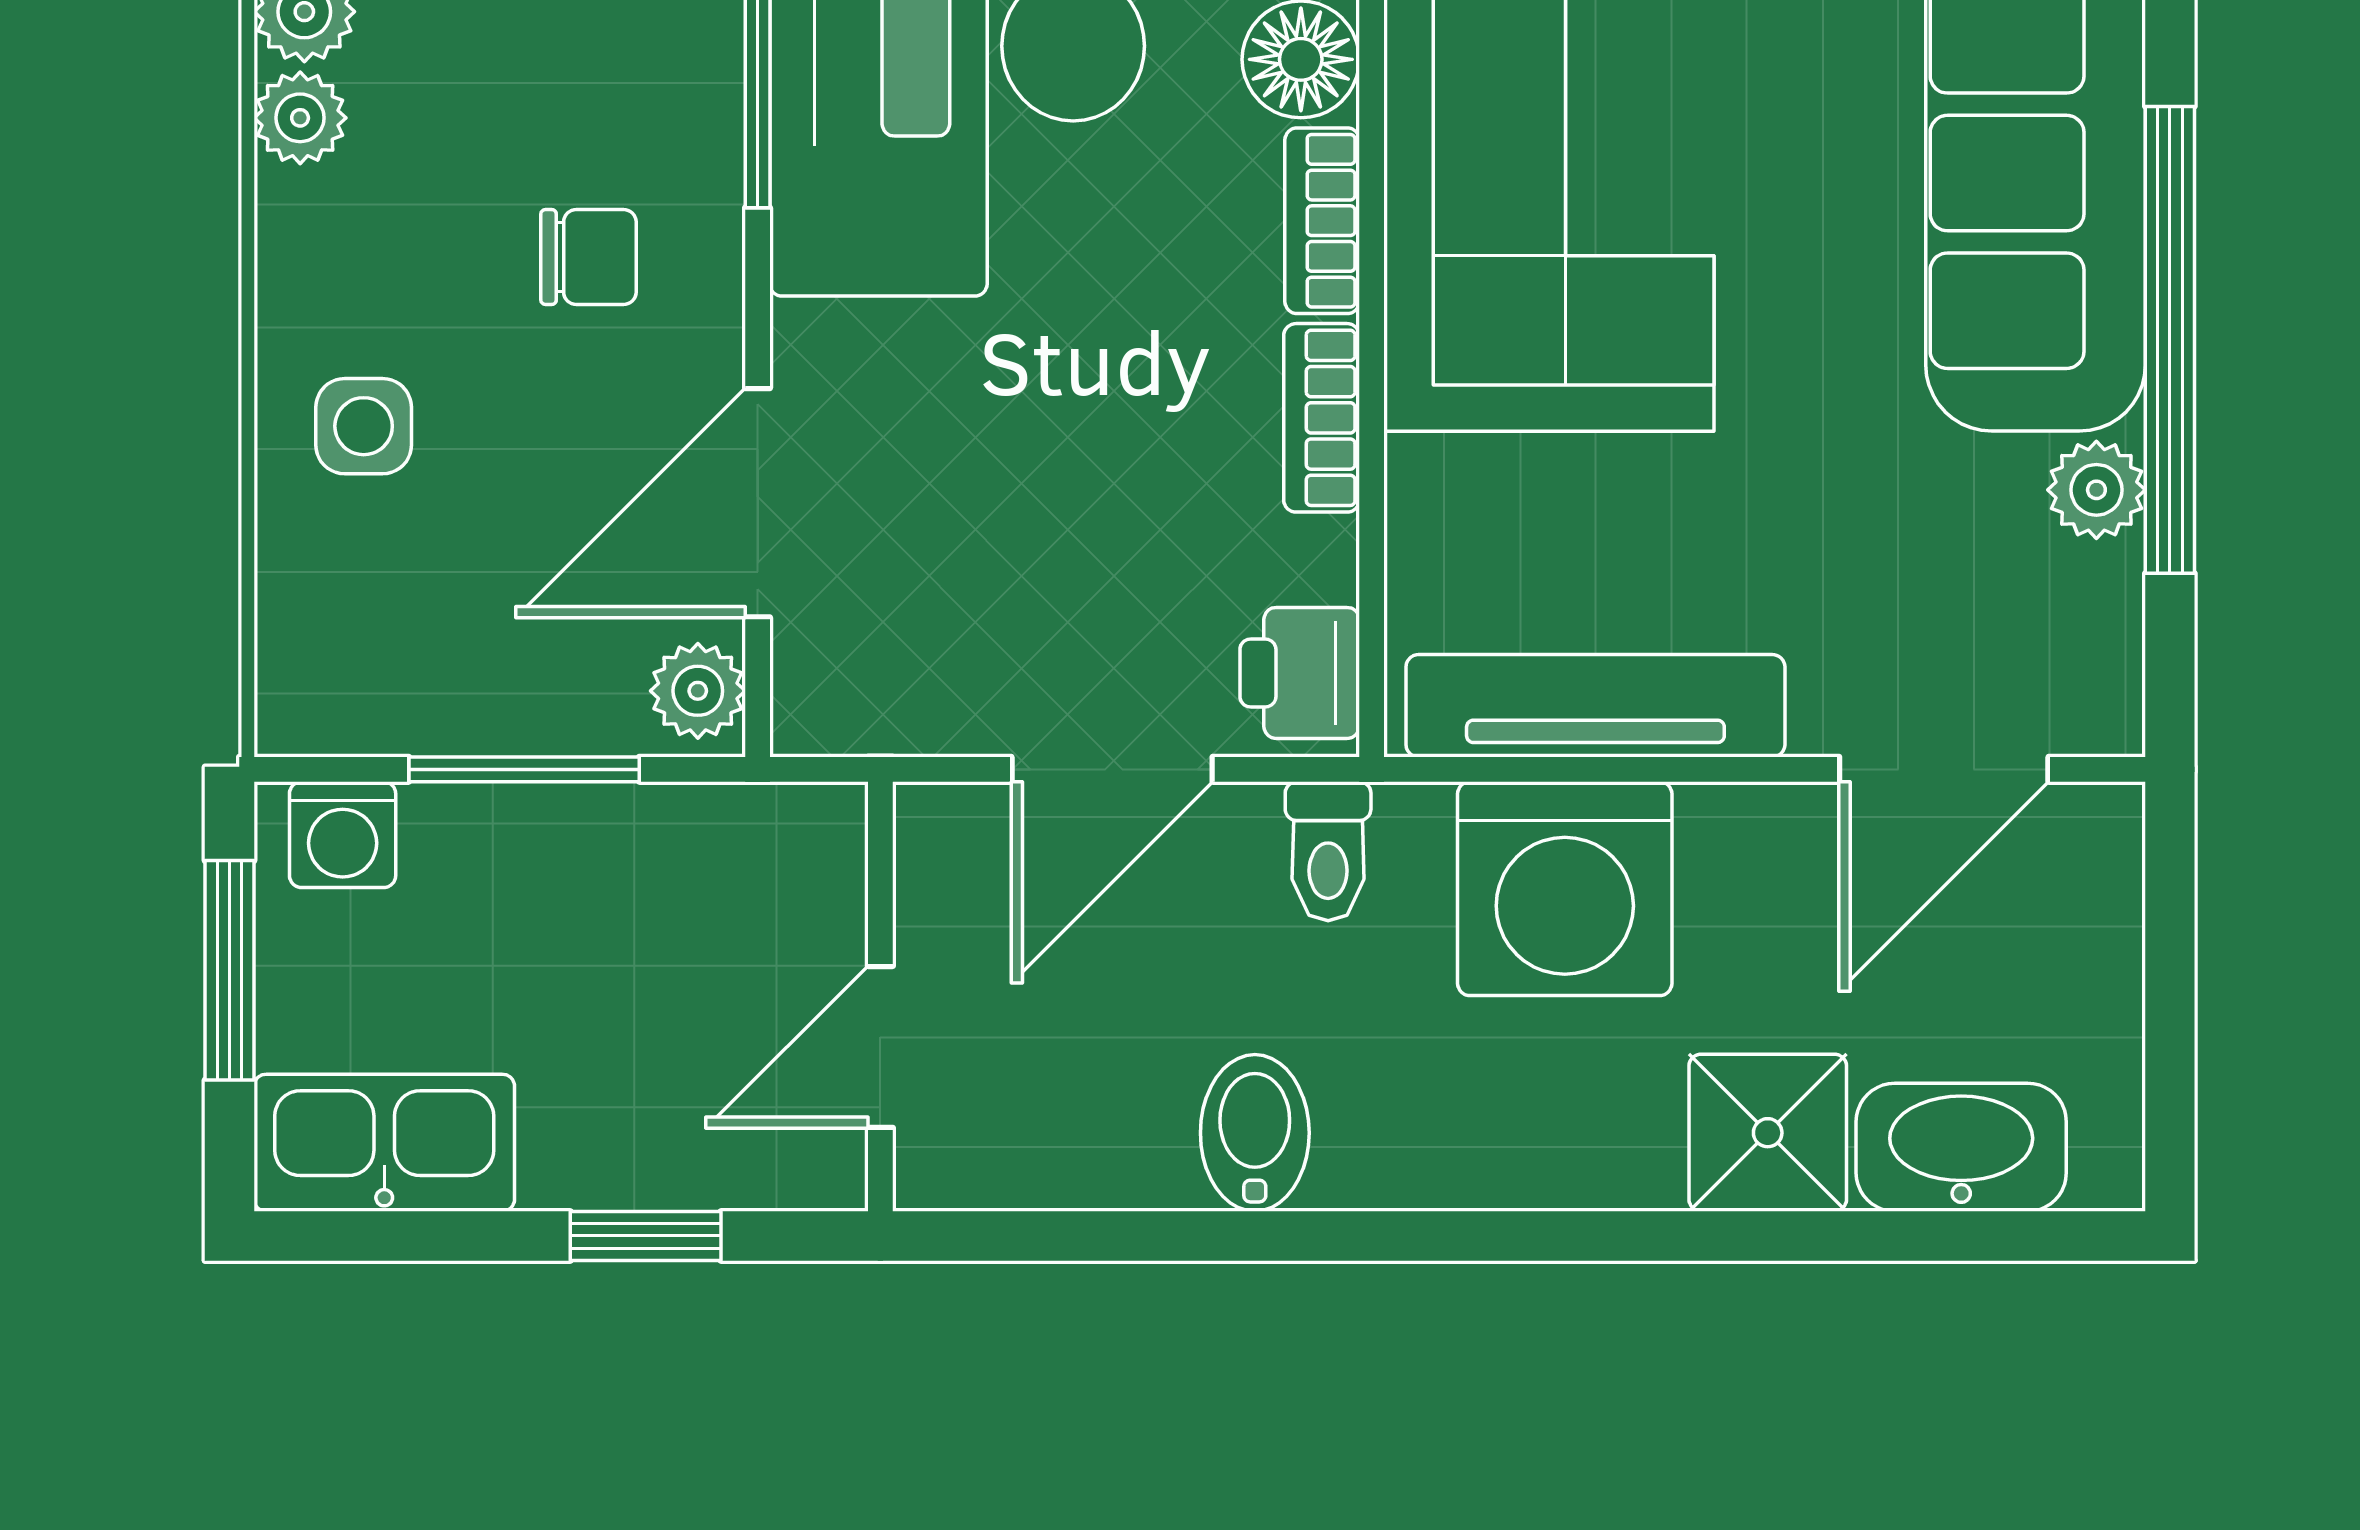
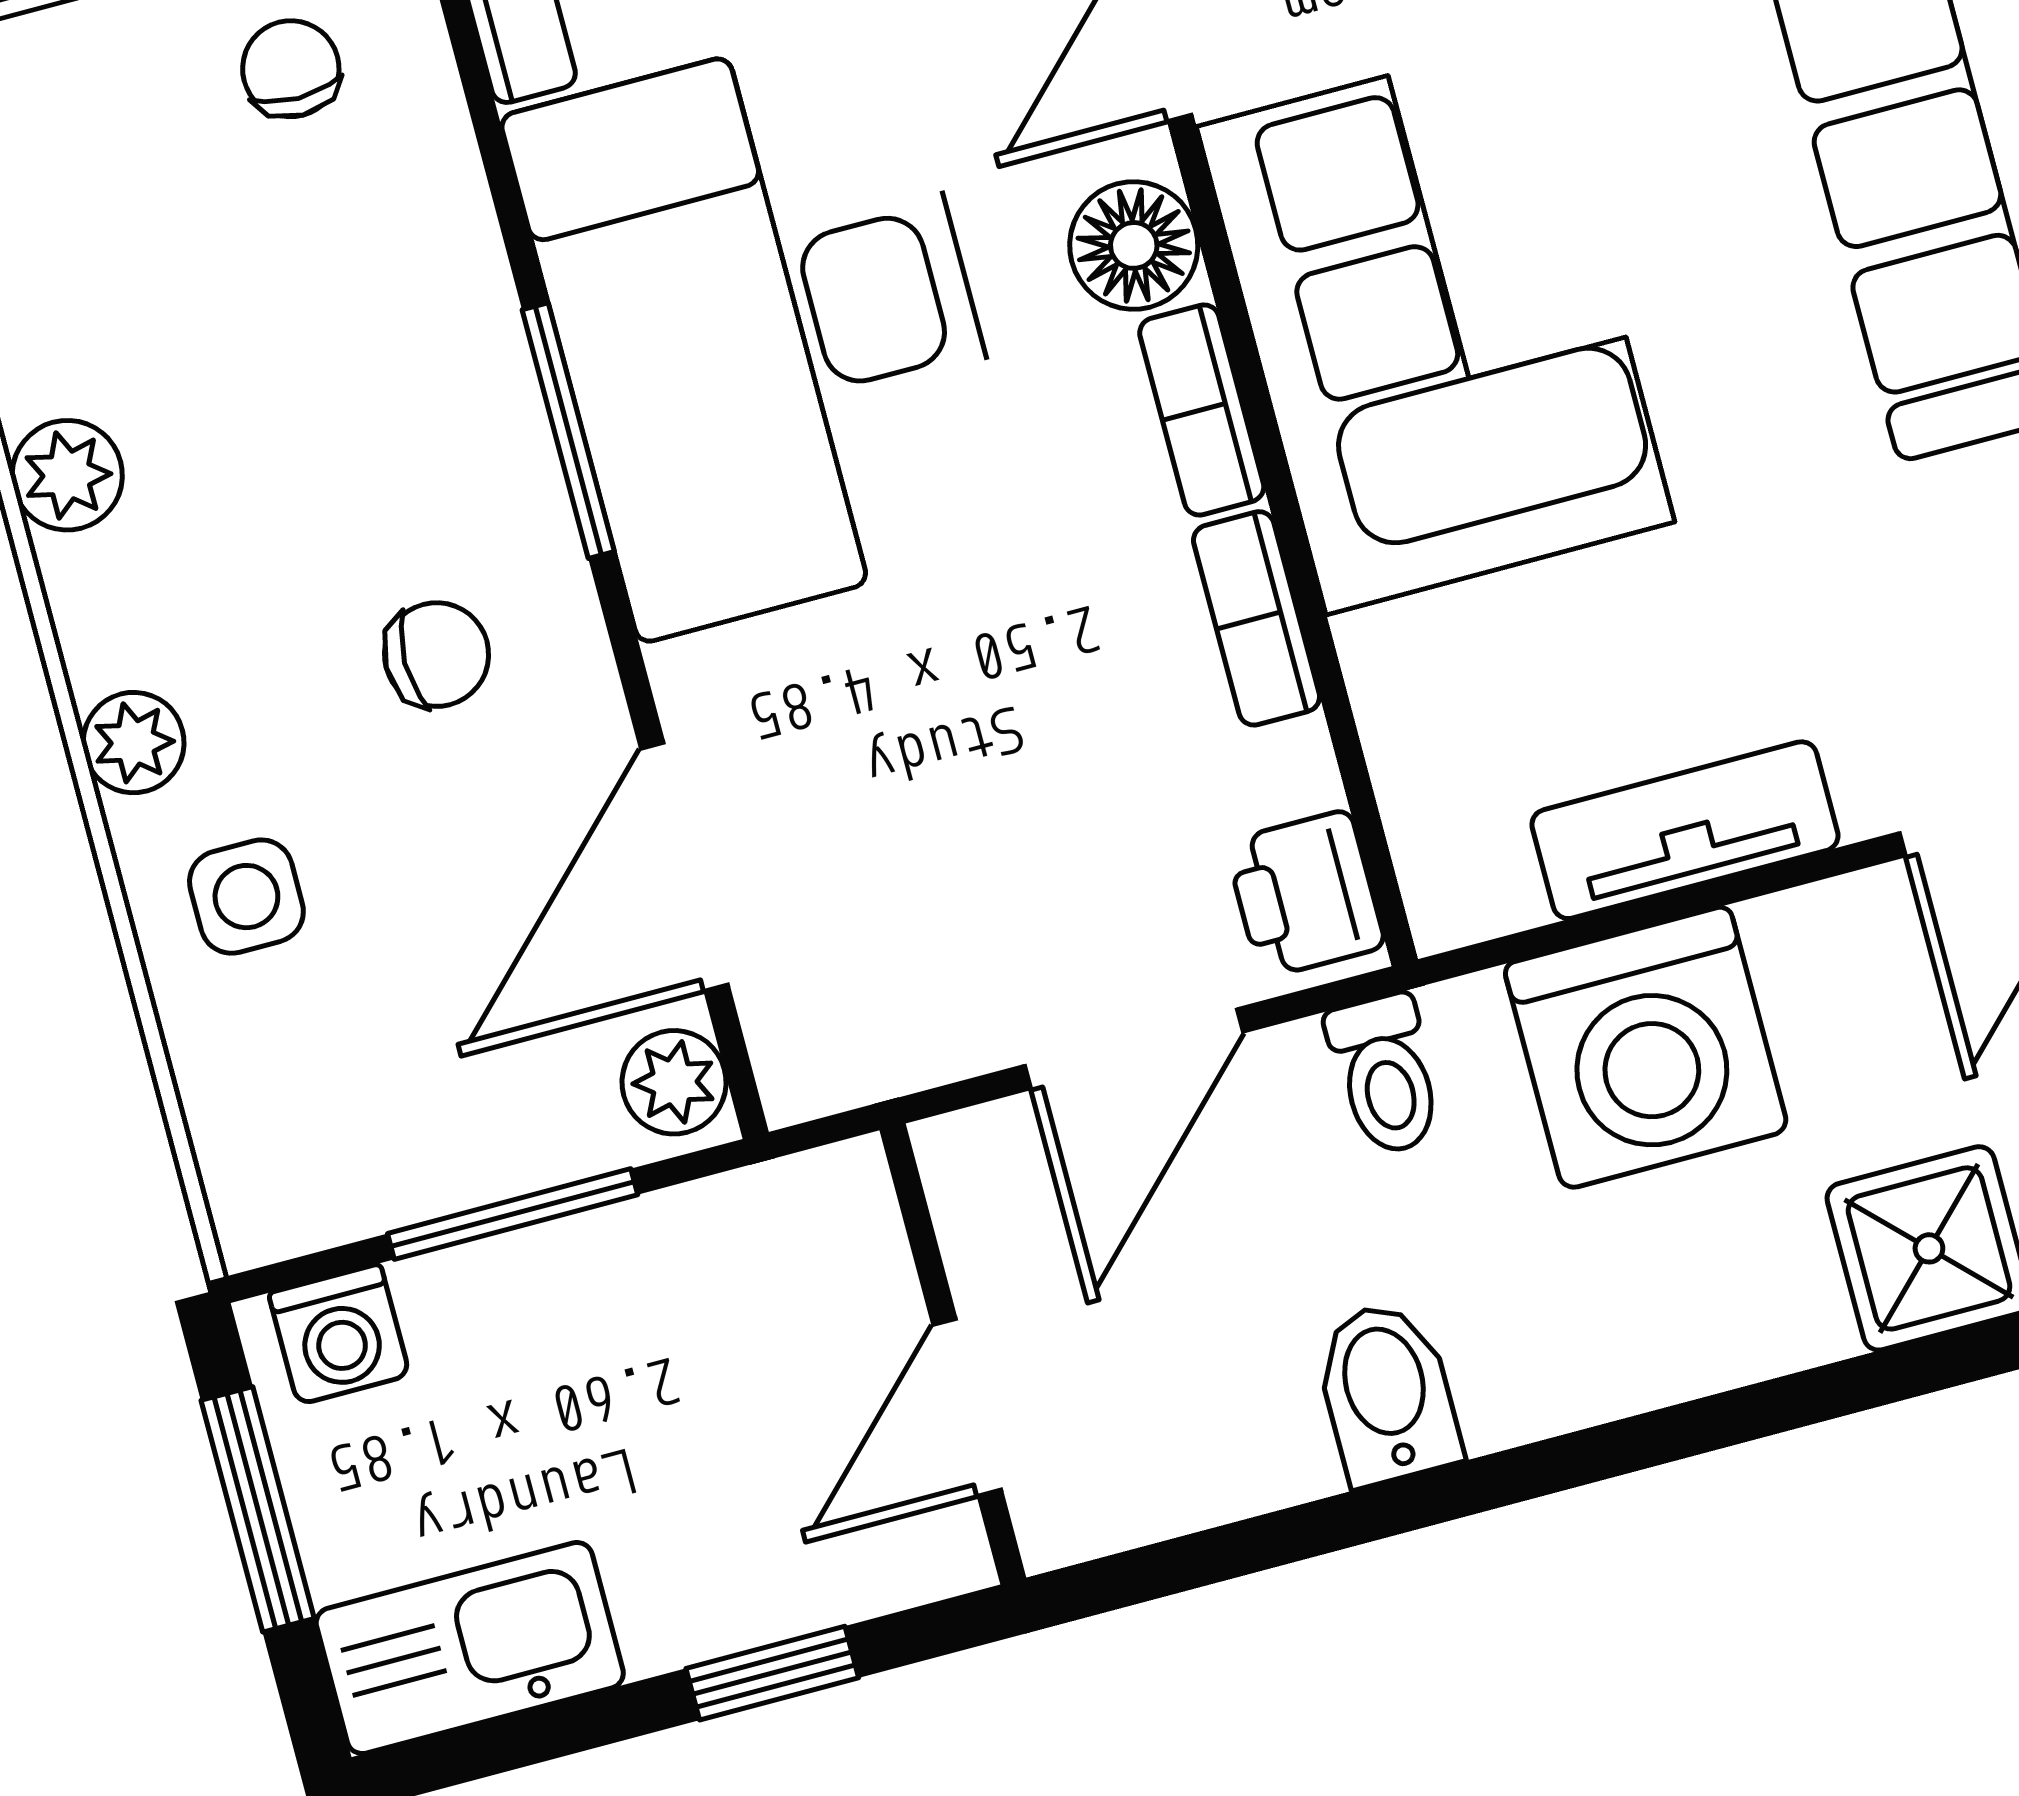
plant: (300, 118) -> (134, 743), moved
tv unit: (1595, 706) -> (1685, 830), width x0.71

